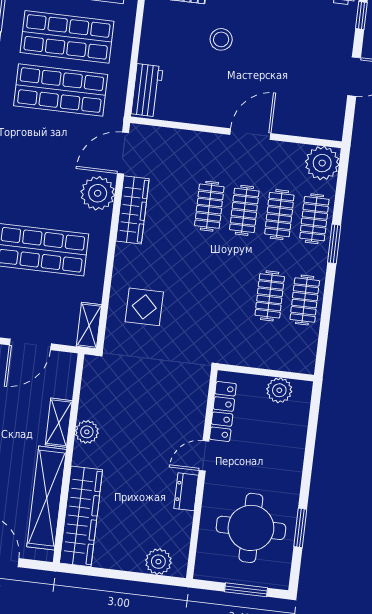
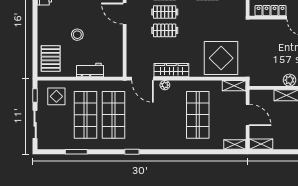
workbench: (147, 90) -> (90, 70), moved
plant: (98, 193) -> (165, 85), width x0.53, depth x0.53
display table: (144, 307) -> (221, 58), width x1.86, depth x1.86

